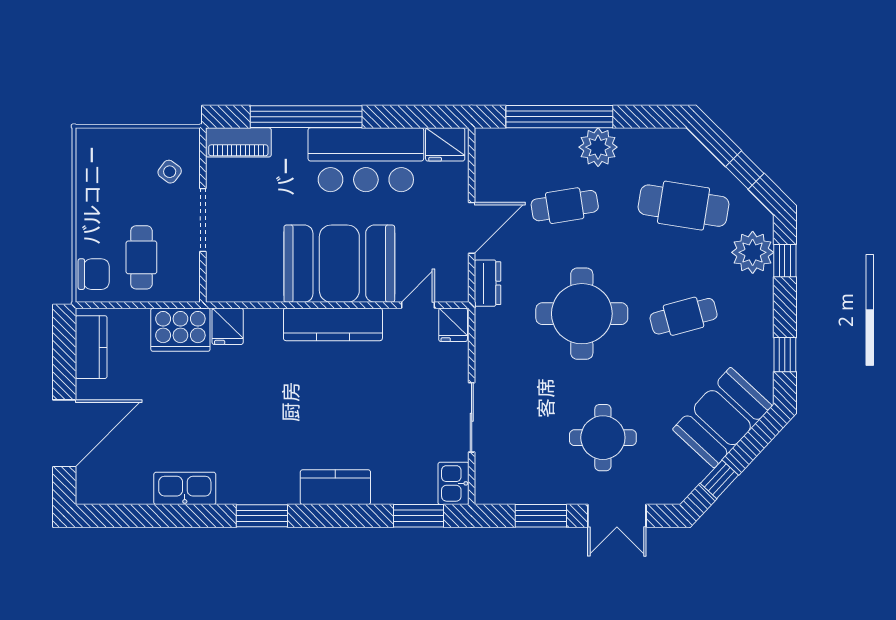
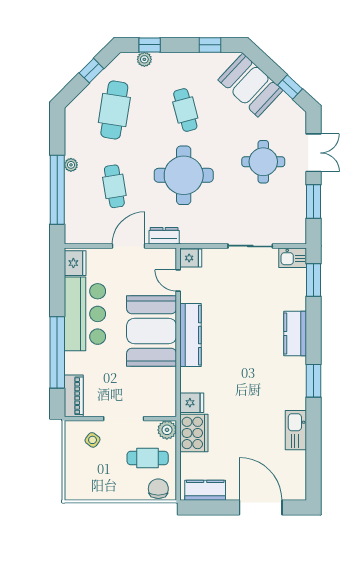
plant: (598, 147) -> (71, 165), width x0.53, depth x0.53
door: (472, 228) -> (129, 246), hinge flipped
plant: (753, 252) -> (144, 59), width x0.53, depth x0.53
plant: (185, 288) -> (167, 430), added

